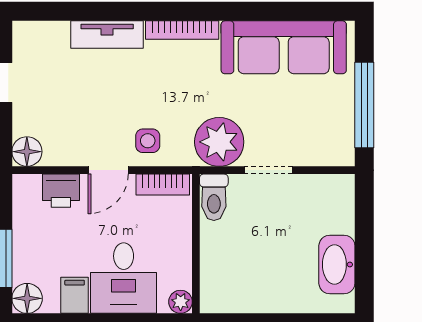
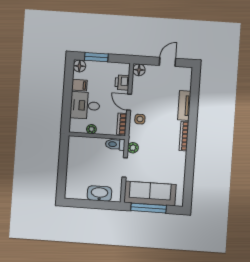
sofa: (284, 47) -> (150, 193), moved, turned 90
plant: (219, 142) -> (133, 148), width x0.53, depth x0.53
washbasin: (337, 264) -> (99, 193), moved
plant: (181, 302) -> (91, 129), moved

